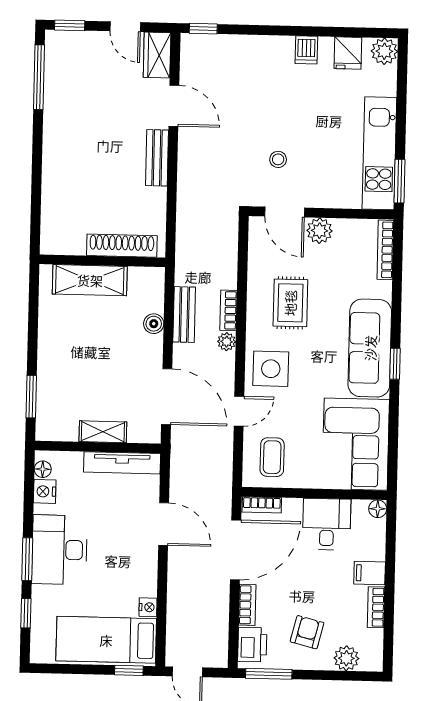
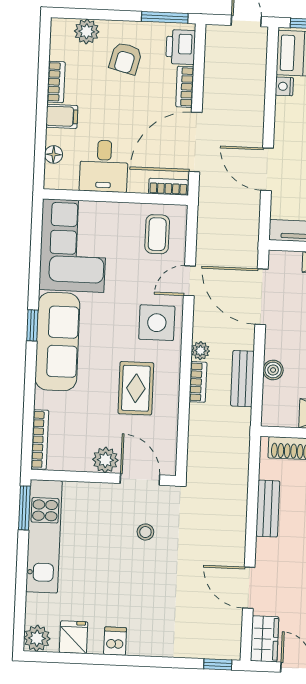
bench: (157, 158) -> (268, 509), moved
floor lamp: (378, 509) -> (54, 154), moved

